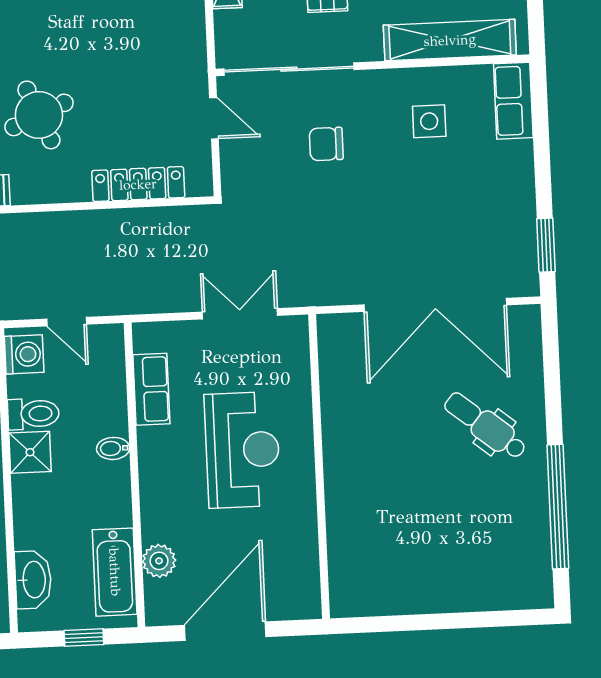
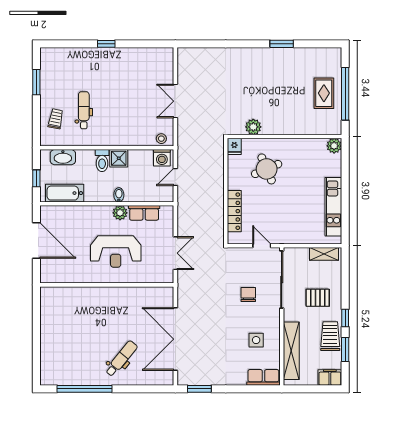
door: (214, 118) -> (262, 246), swing flipped
toilet: (33, 414) -> (102, 161), moved
plant: (159, 561) -> (120, 213), moved

